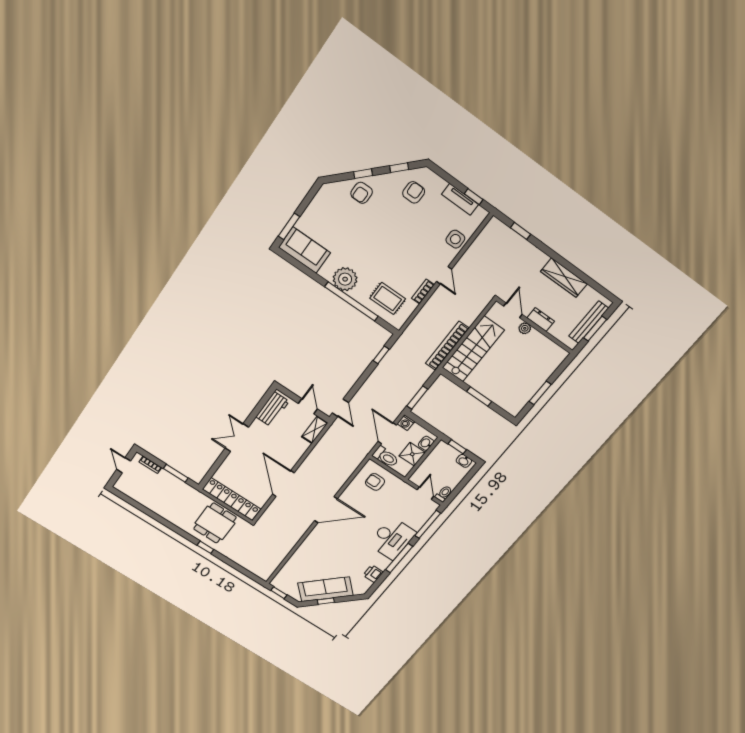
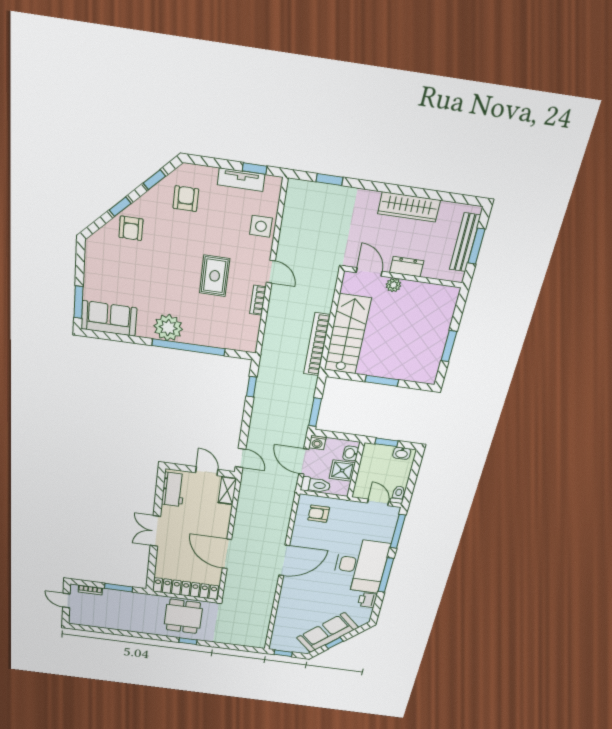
rug: (388, 298) -> (215, 276), moved, turned 90
desk: (392, 538) -> (360, 566), width x1.36, depth x1.30

